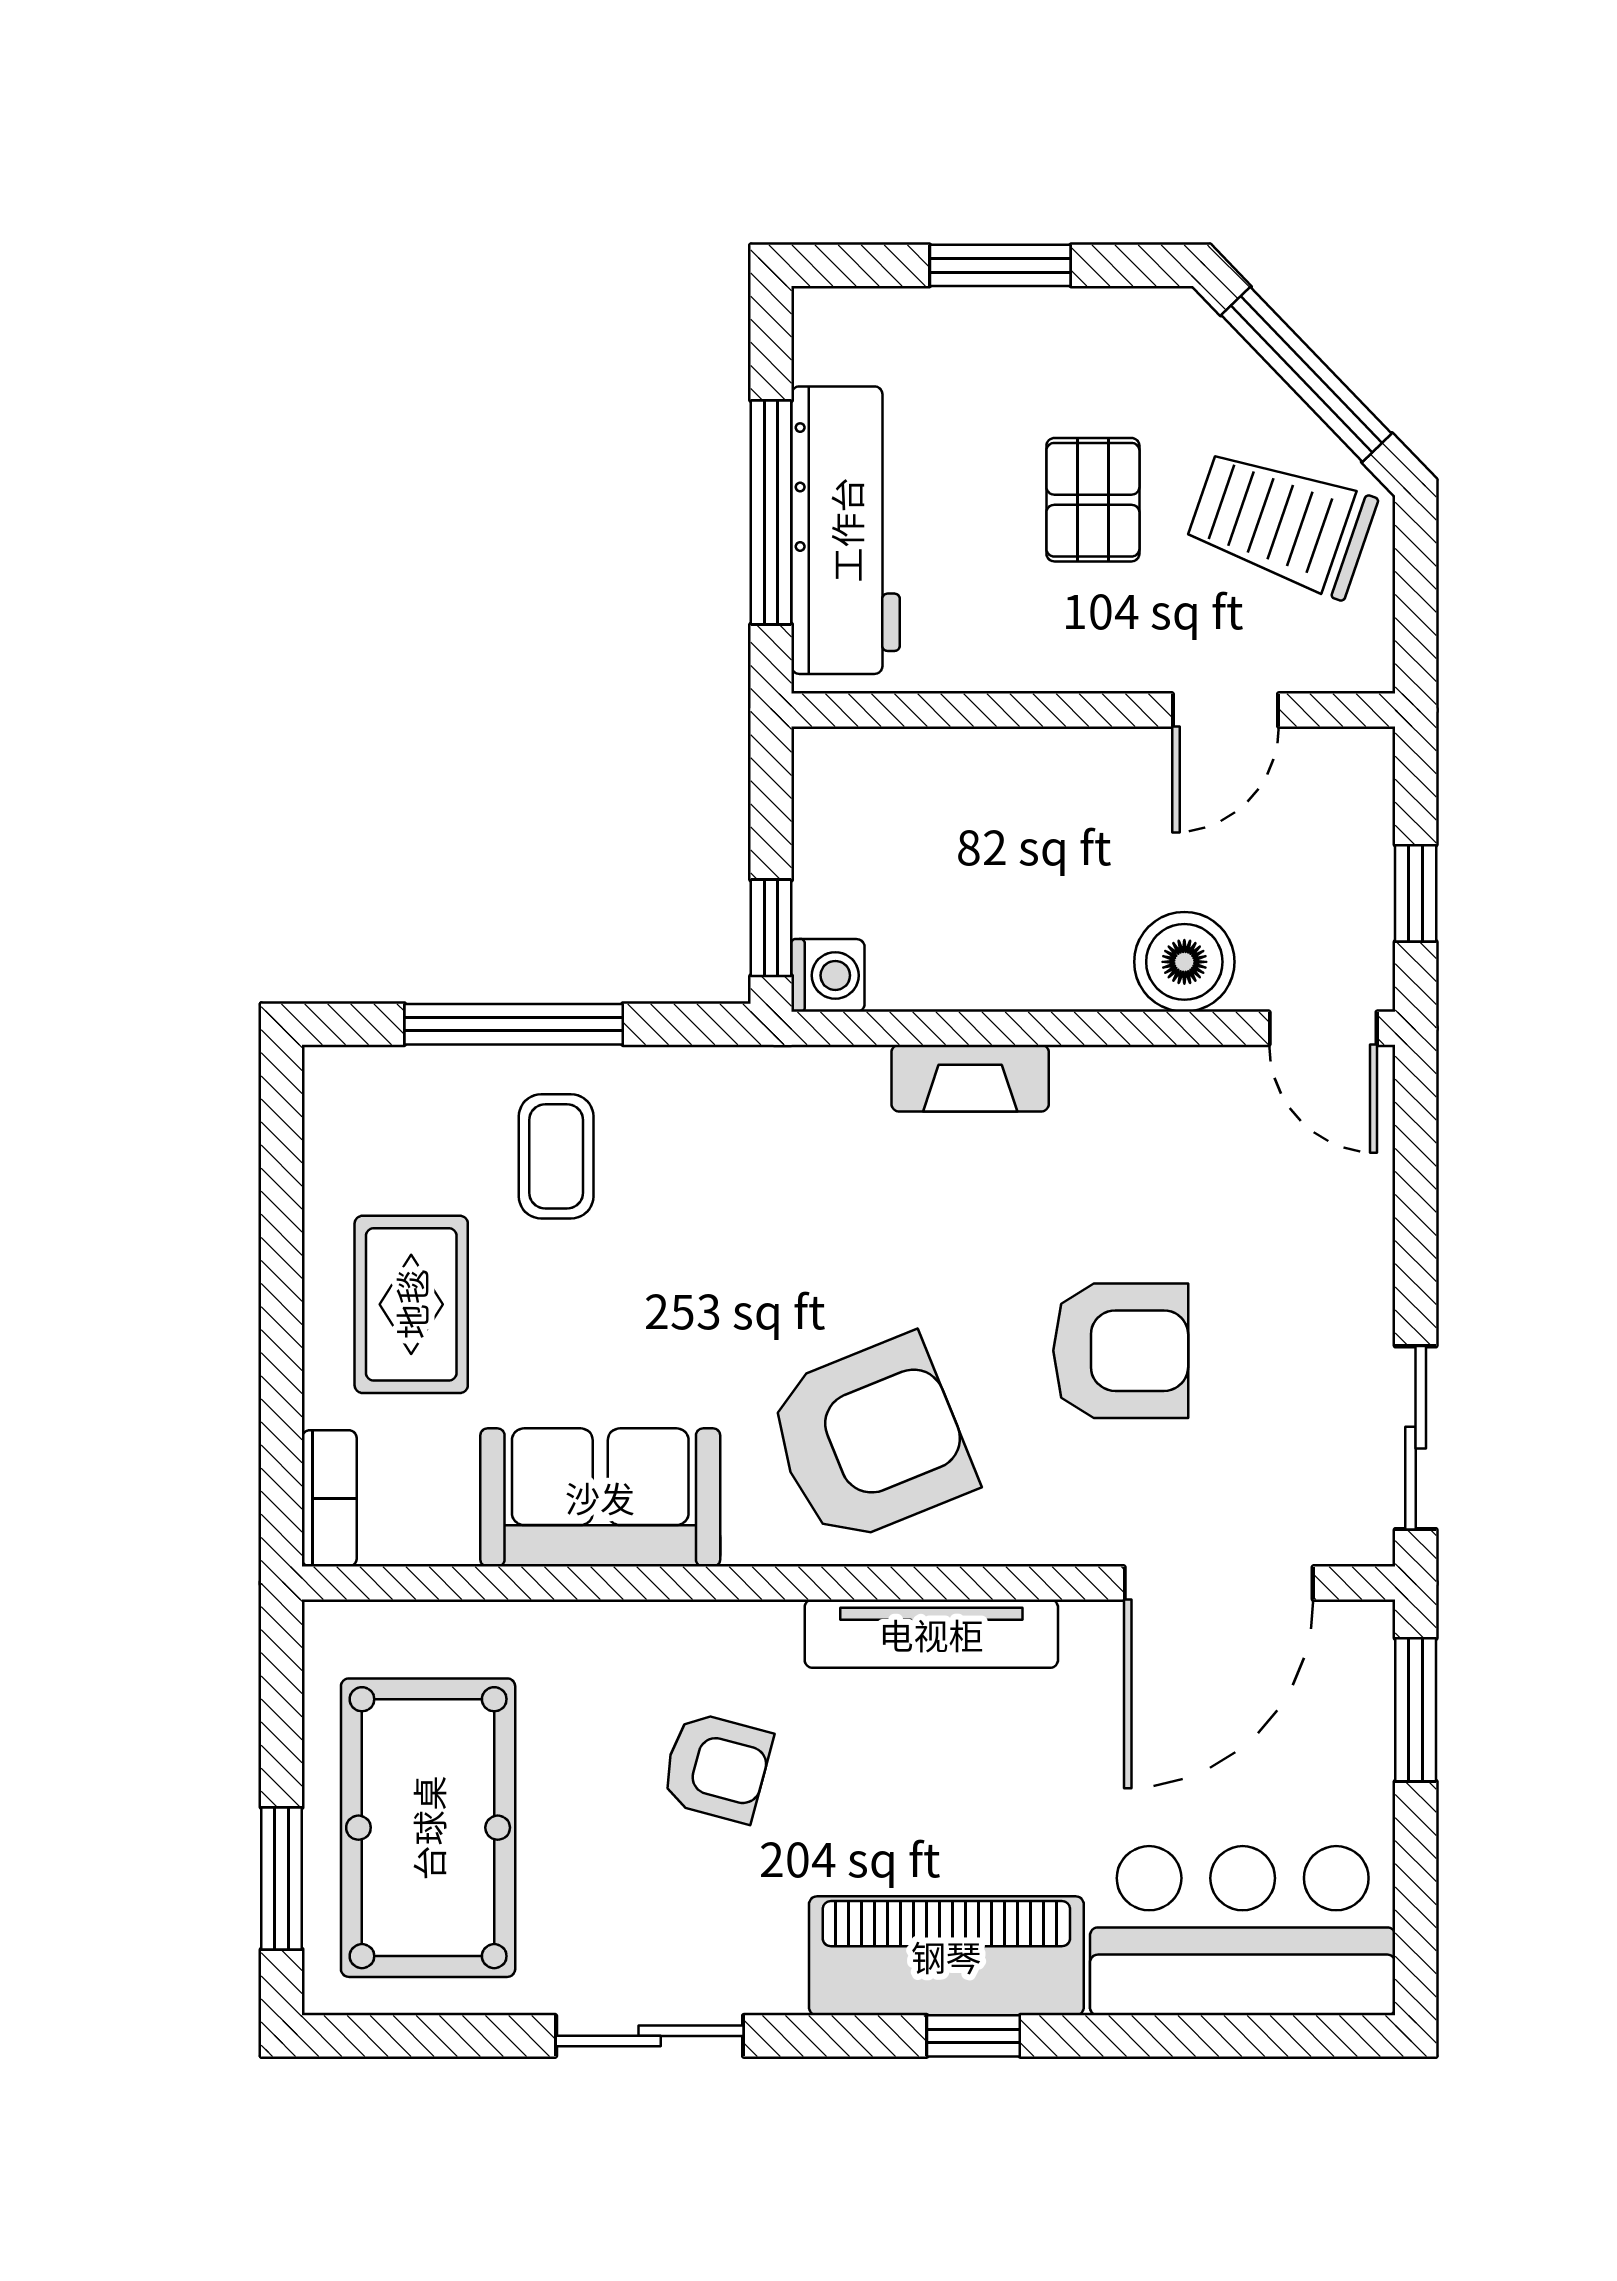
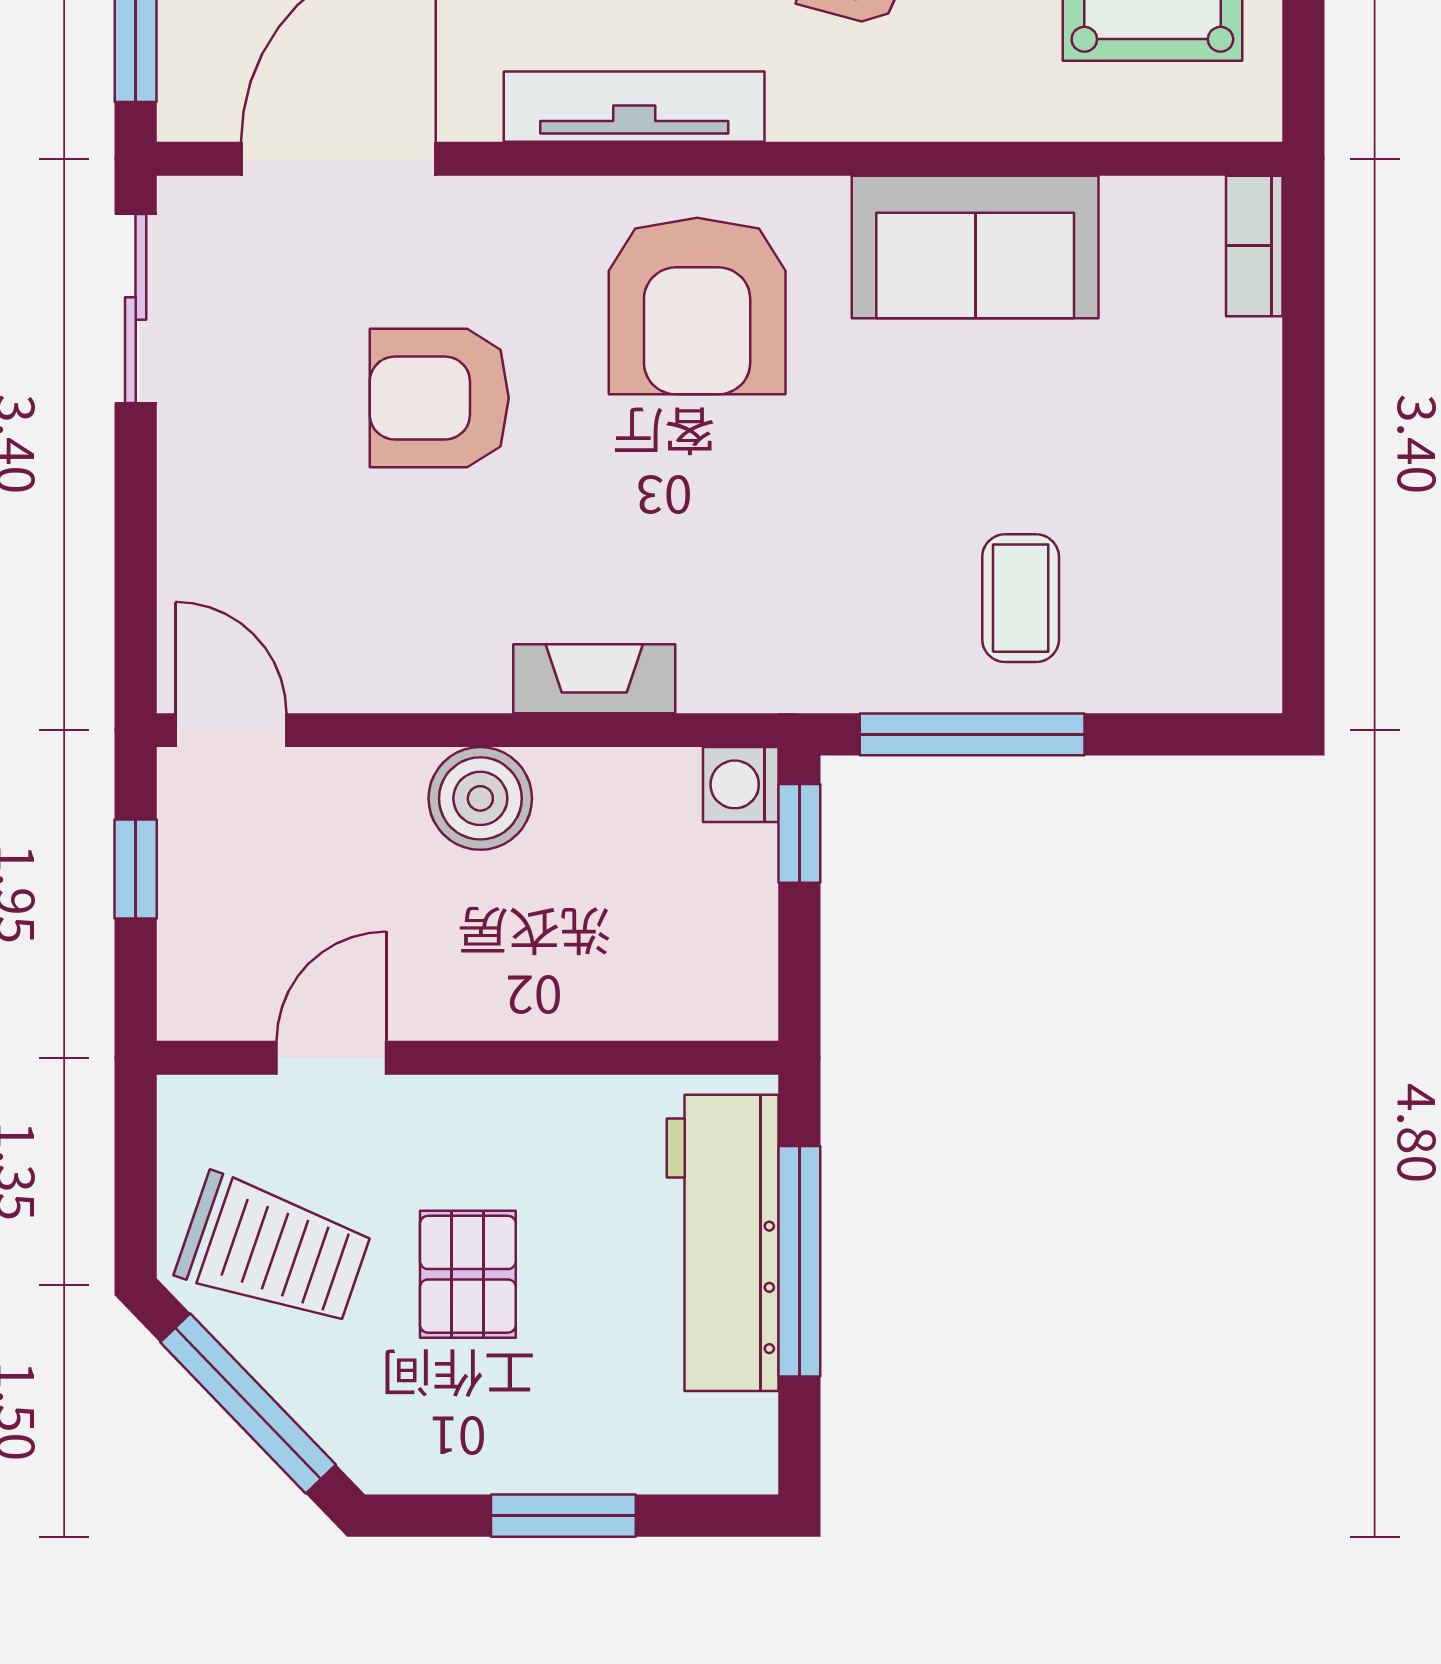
boiler: (1184, 962) -> (480, 798), moved
window: (514, 1024) -> (972, 734), moved
rug: (411, 1304) -> (1170, 446), removed
armchair: (870, 1440) -> (697, 306), turned -68

